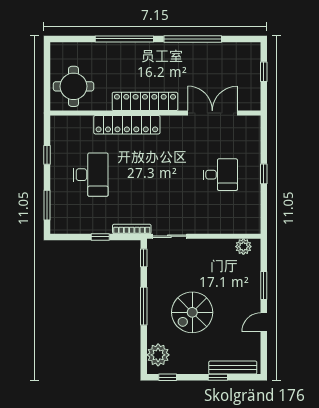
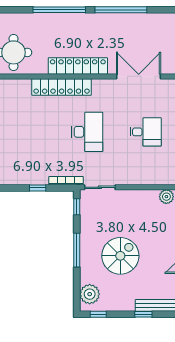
desk: (91, 175) -> (87, 132), moved
spiral stairs: (192, 312) -> (120, 256), turned 180

